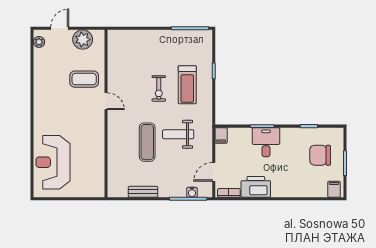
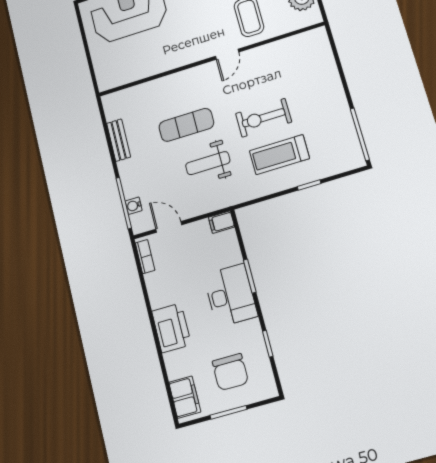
exercise bike: (159, 88) -> (264, 118), width x1.38, depth x1.39
weight bench: (178, 134) -> (208, 163), turned -90
desk: (266, 142) -> (230, 295), width x1.37
chair: (320, 155) -> (230, 372), turned 180
printer: (256, 187) -> (171, 328), moved
filing cabinet: (334, 189) -> (185, 397), width x2.00

